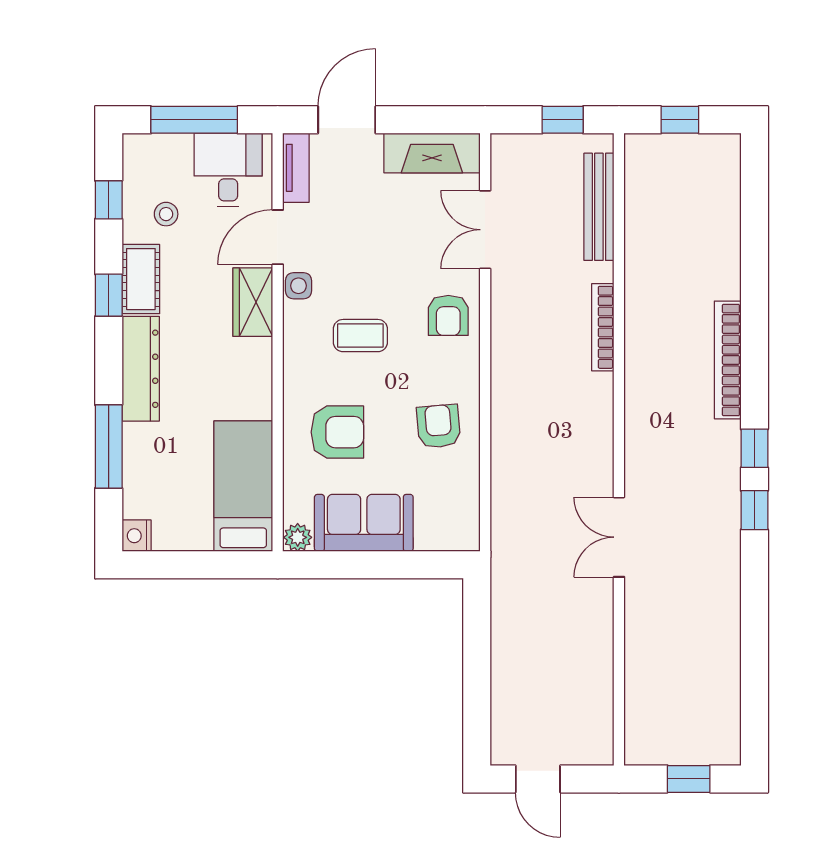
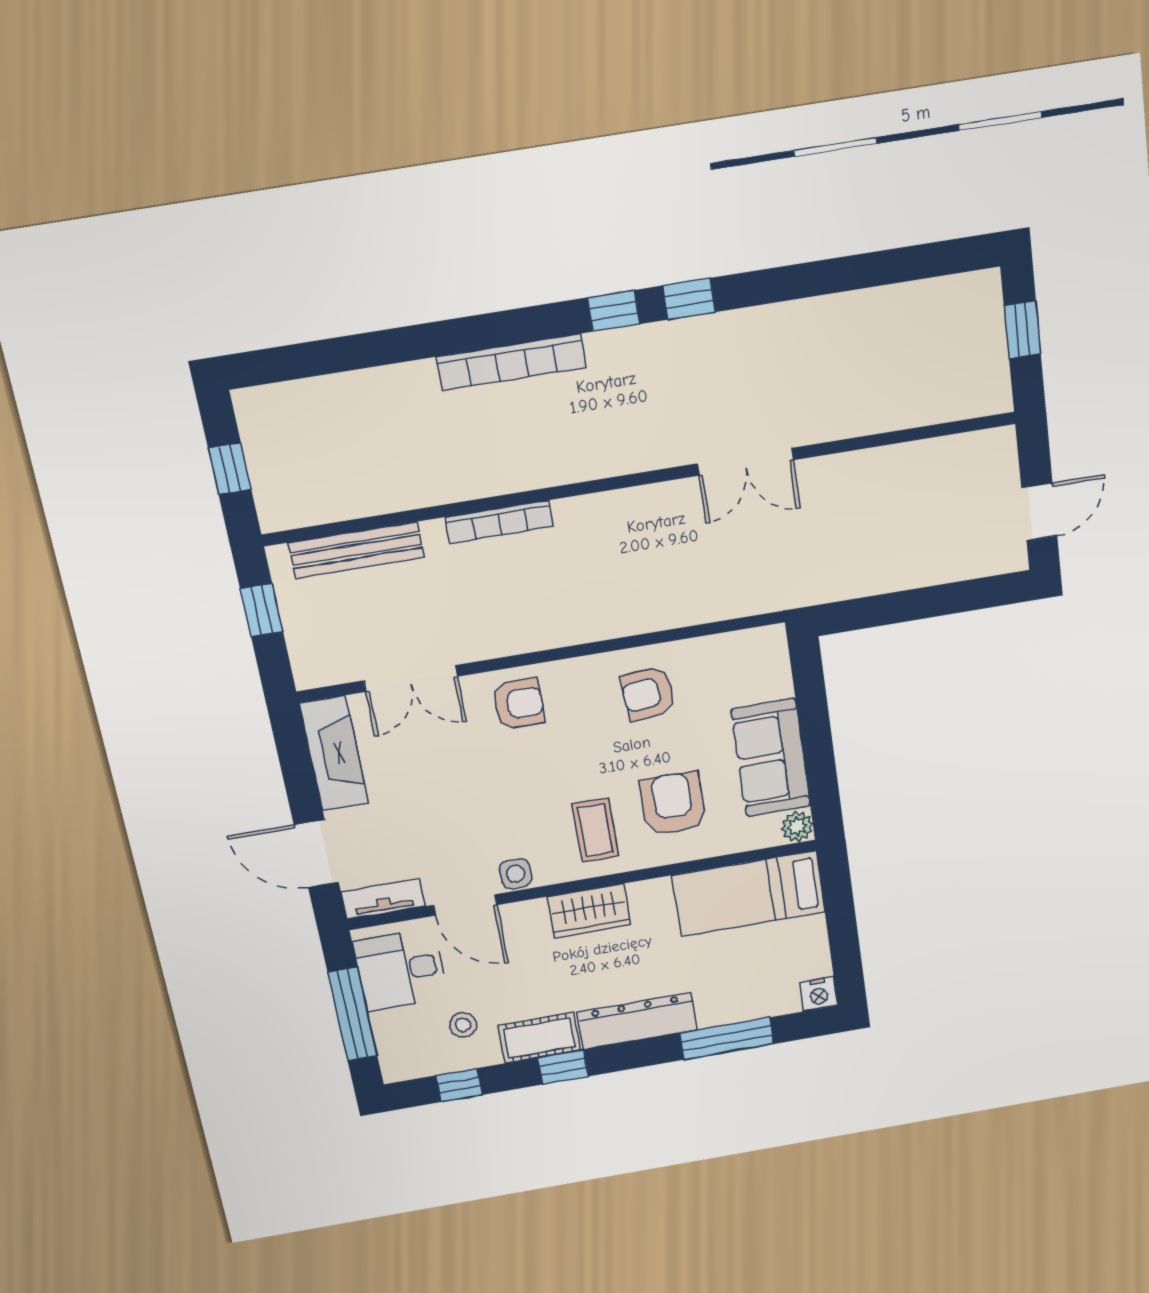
wardrobe: (253, 302) -> (589, 911), moved
coffee table: (360, 336) -> (595, 830), moved

